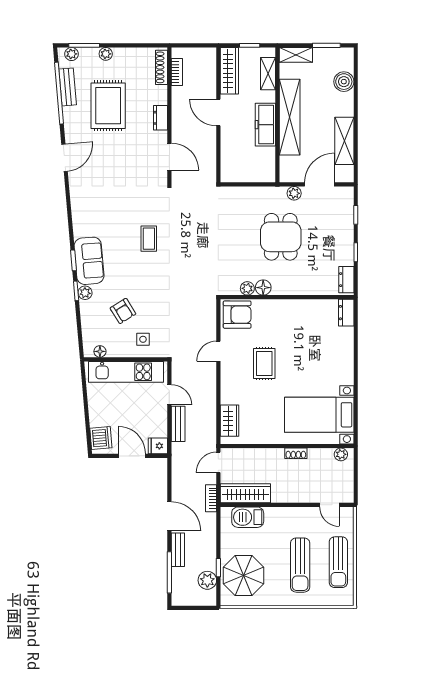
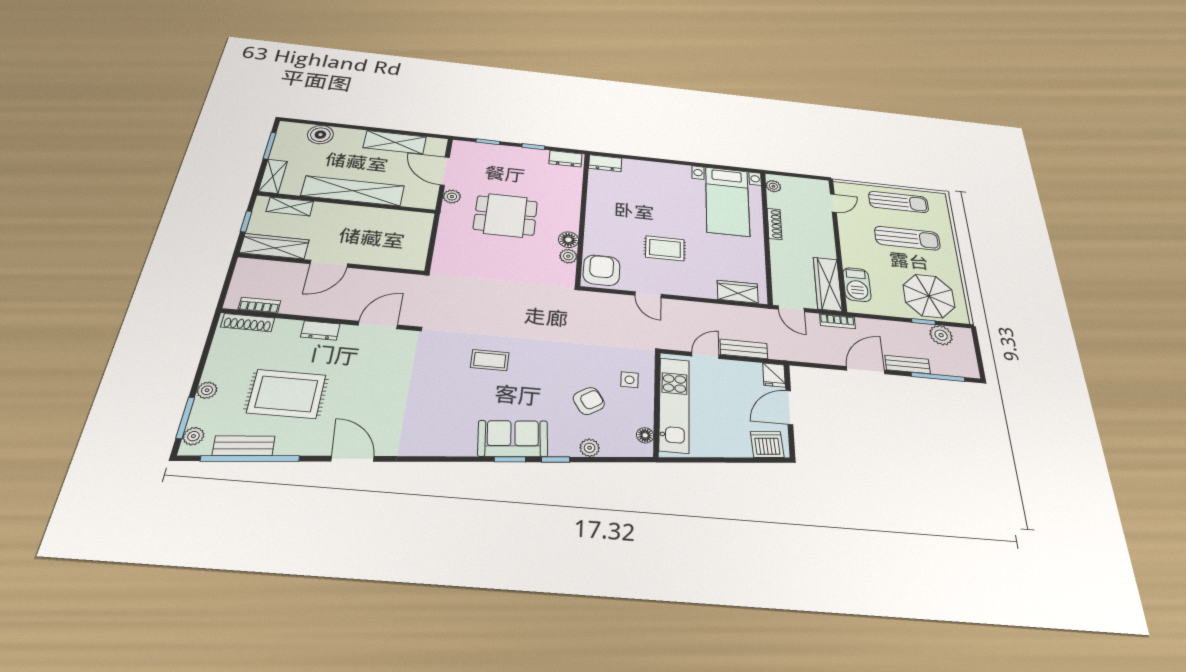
freezer: (265, 125) -> (357, 216), removed
plant: (85, 293) -> (590, 448), moved
shoe rack: (296, 453) -> (774, 224), width x1.43

